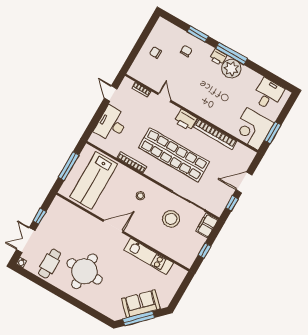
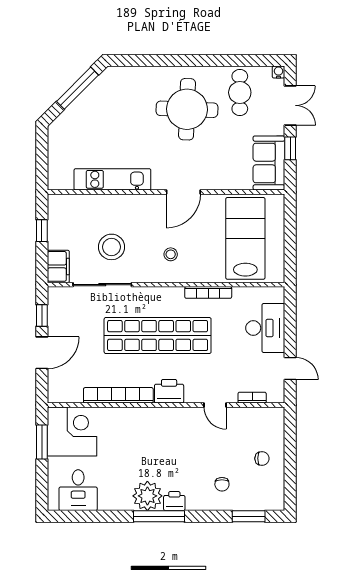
window: (198, 34) -> (249, 516), moved
window: (69, 166) -> (290, 238), removed
sofa: (141, 304) -> (269, 163), moved, turned 135

